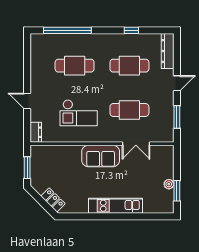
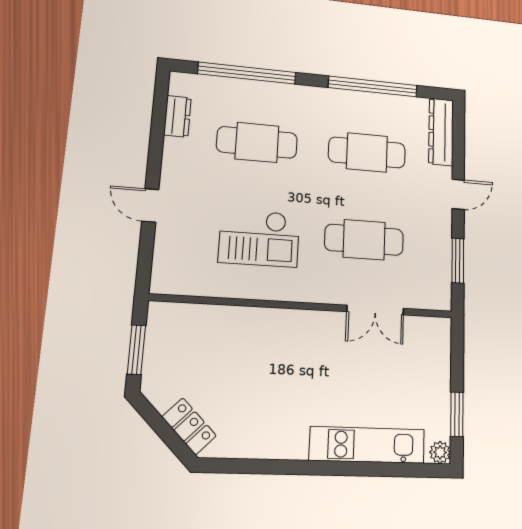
window: (131, 30) -> (373, 86), width x3.17
dresser: (36, 132) -> (177, 116), moved
sofa: (101, 156) -> (301, 332), removed
plant: (169, 184) -> (440, 452), moved
kitchen unit: (116, 206) -> (367, 445), moved

